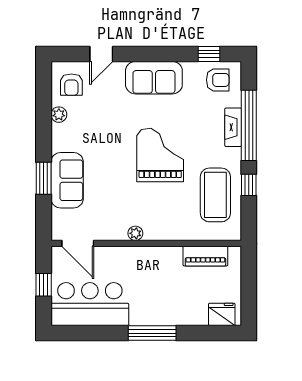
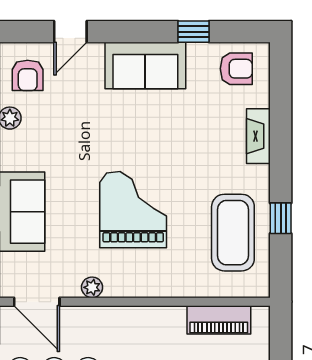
window: (209, 54) -> (193, 32), moved
window: (249, 125) -> (281, 134), removed
grand piano: (160, 155) -> (133, 210), moved
plant: (135, 233) -> (92, 287), moved

